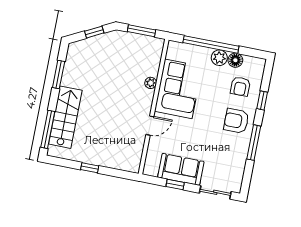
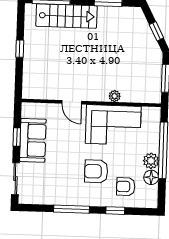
armchair: (236, 121) -> (96, 171), moved, turned -90

